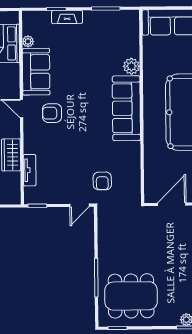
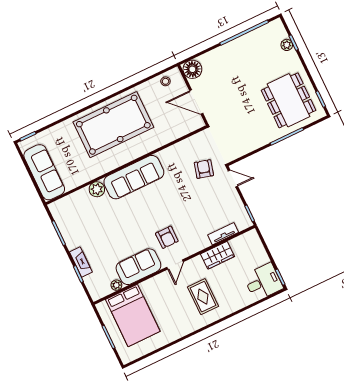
armchair: (102, 181) -> (204, 169), turned -75

